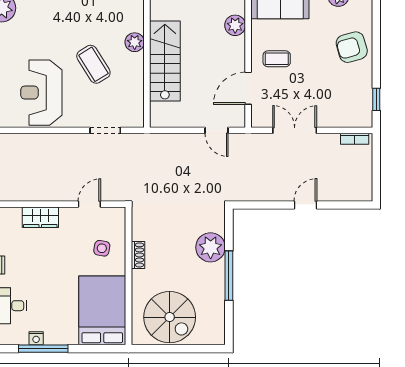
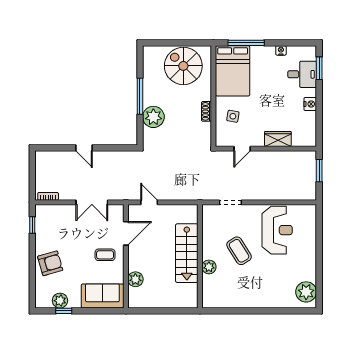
door: (305, 205) -> (84, 148), hinge flipped
window: (43, 349) -> (246, 43), moved

